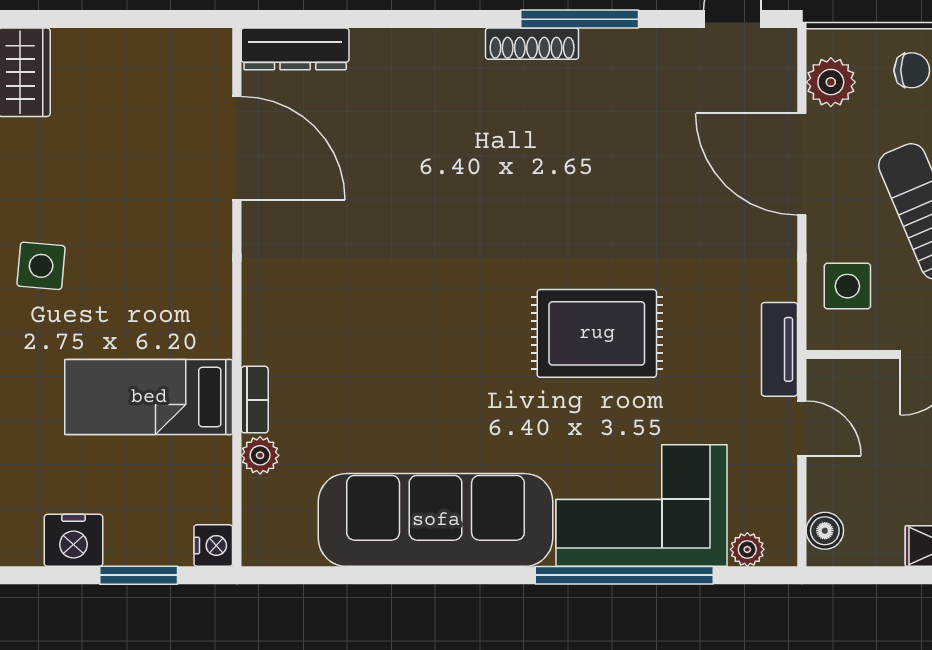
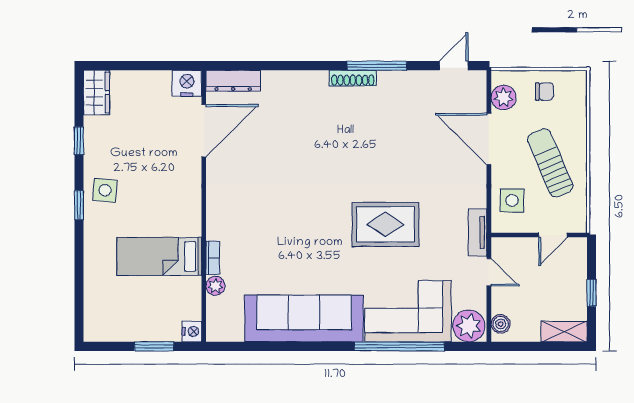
door: (237, 148) -> (204, 131), hinge flipped
nightstand: (73, 540) -> (187, 83), moved, turned 180
plant: (747, 549) -> (469, 326), width x1.88, depth x1.88

